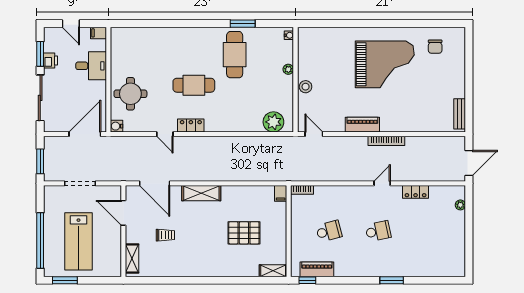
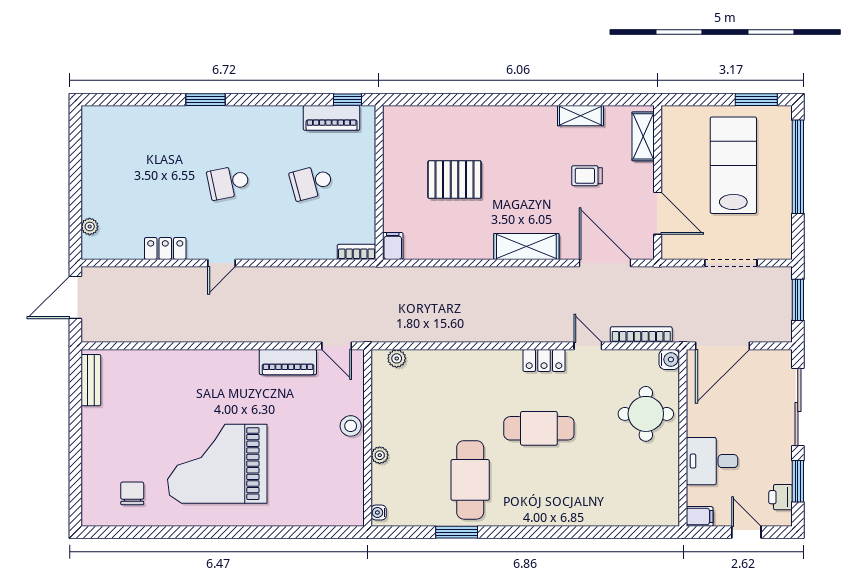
printer: (50, 61) -> (781, 497), moved
plant: (273, 122) -> (397, 358), width x0.53, depth x0.53
piano: (362, 125) -> (288, 362), moved
bookcase: (386, 141) -> (641, 334), moved
shelving: (273, 271) -> (580, 116), moved

